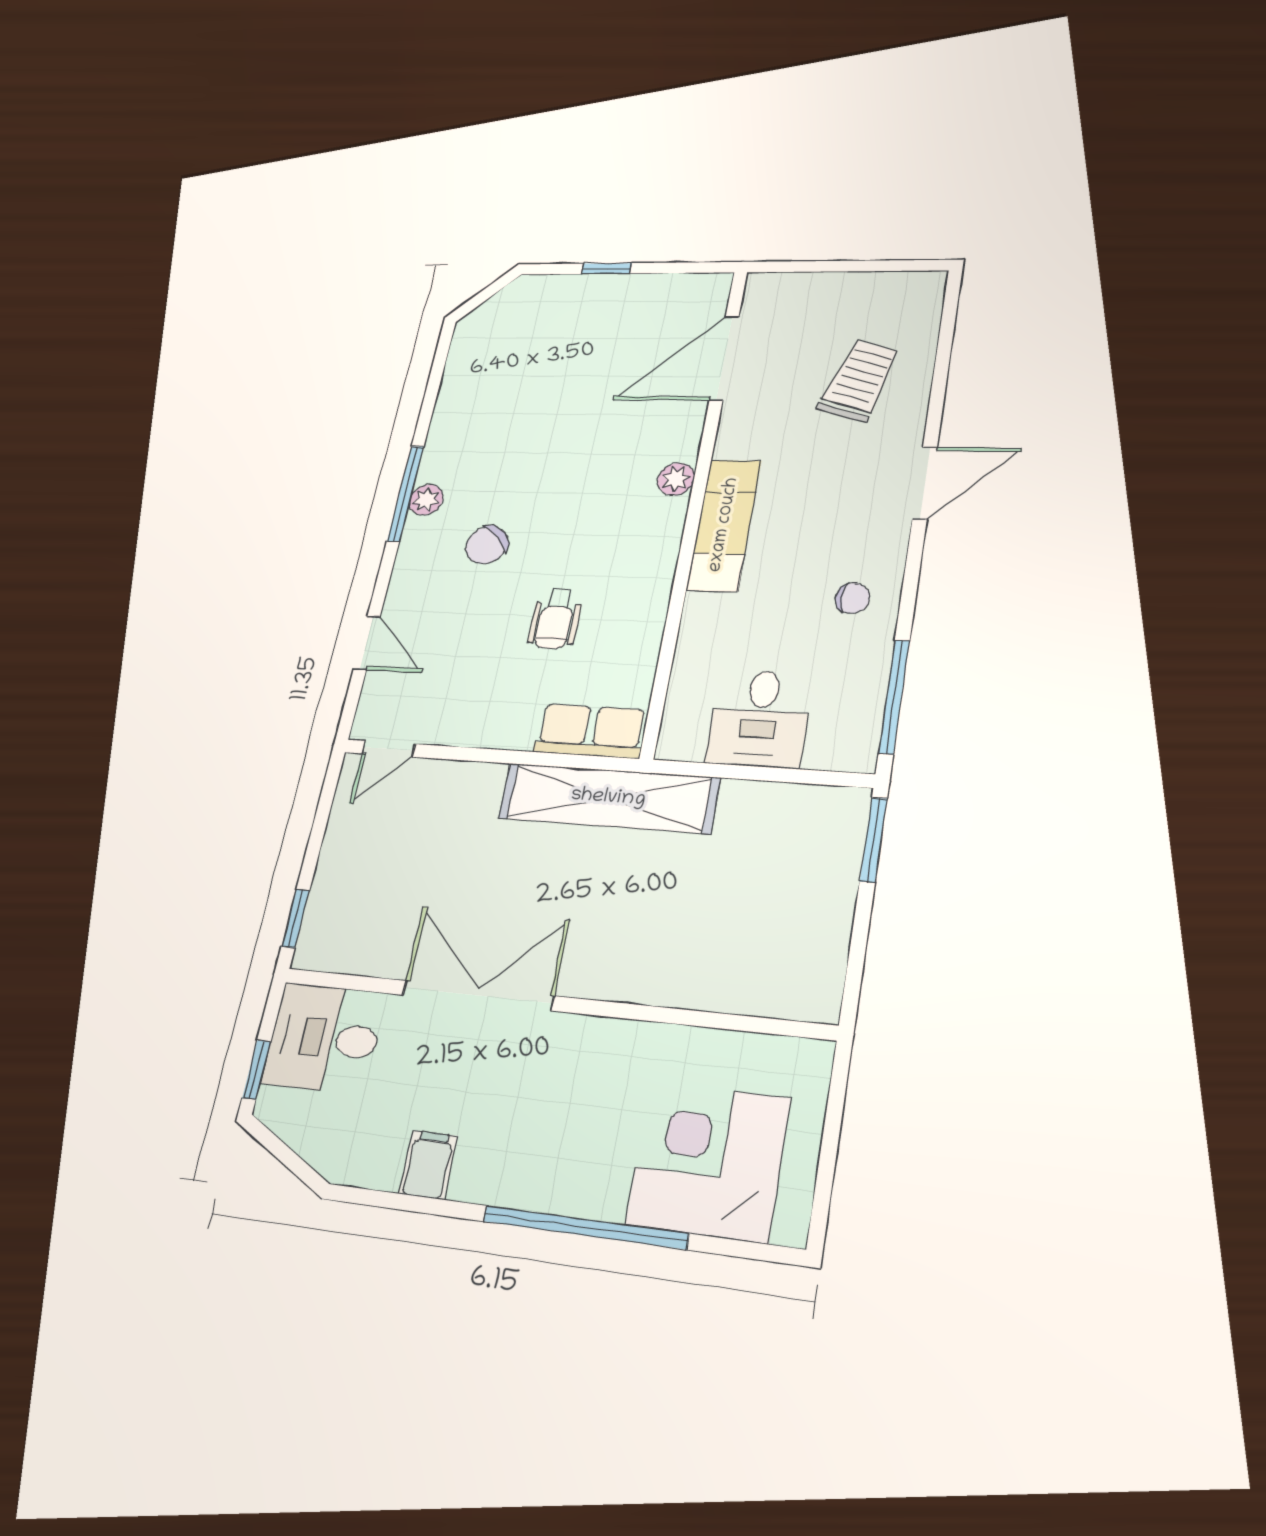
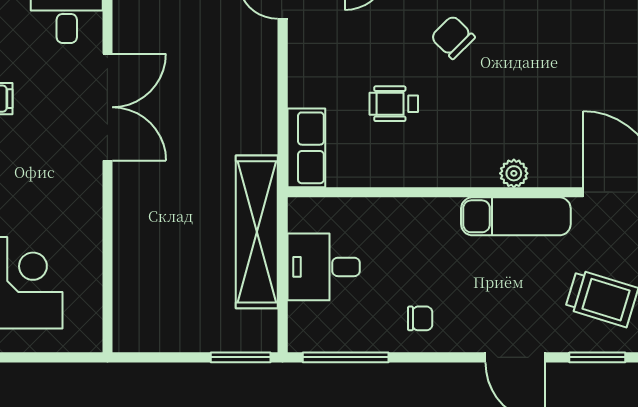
window: (939, 386) -> (597, 357), added
exam couch: (724, 525) -> (516, 216), moved
chair: (853, 598) -> (420, 318), turned -90
shelving: (608, 798) -> (257, 232), moved

